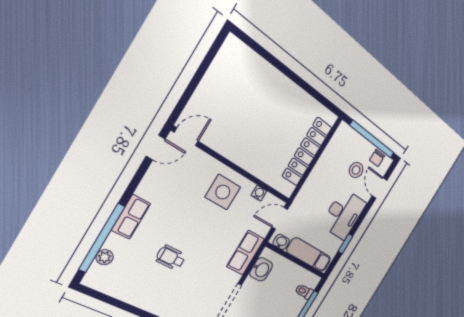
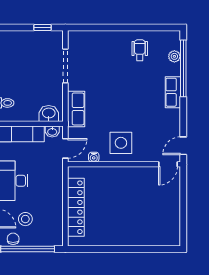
wheelchair: (171, 258) -> (140, 50), moved, turned -90
washbasin: (261, 269) -> (49, 113), moved, turned 90

